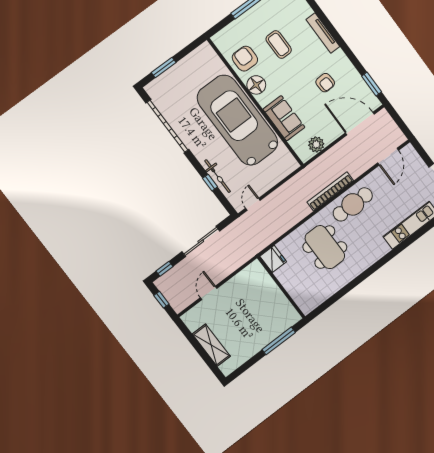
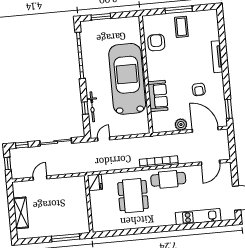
coffee table: (279, 44) -> (181, 27), moved
floor lamp: (256, 85) -> (153, 64), removed
plant: (316, 144) -> (181, 125), moved

